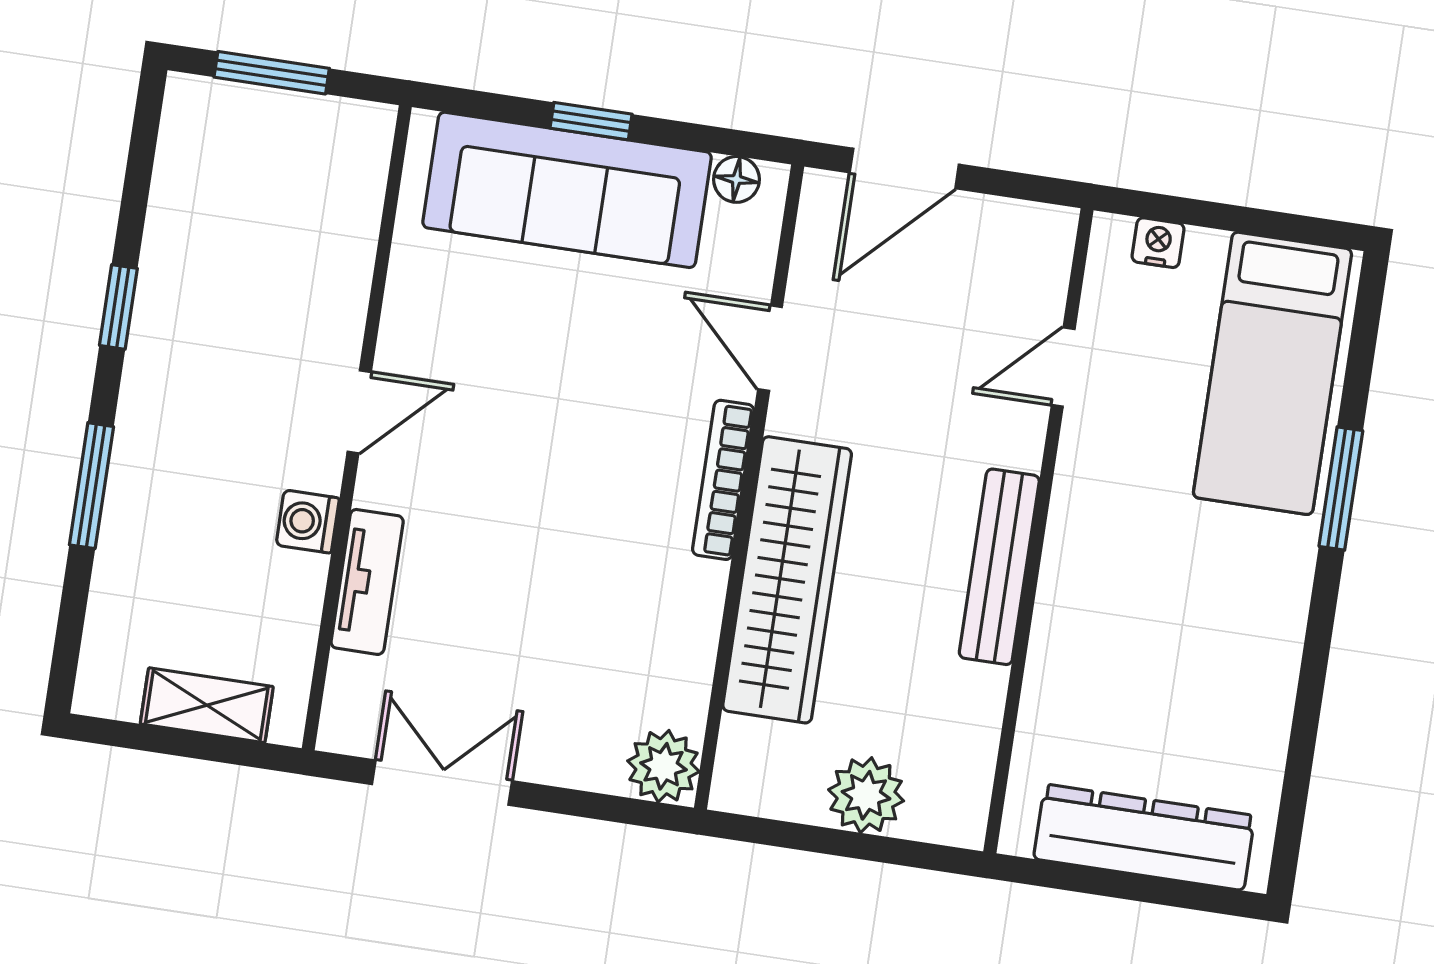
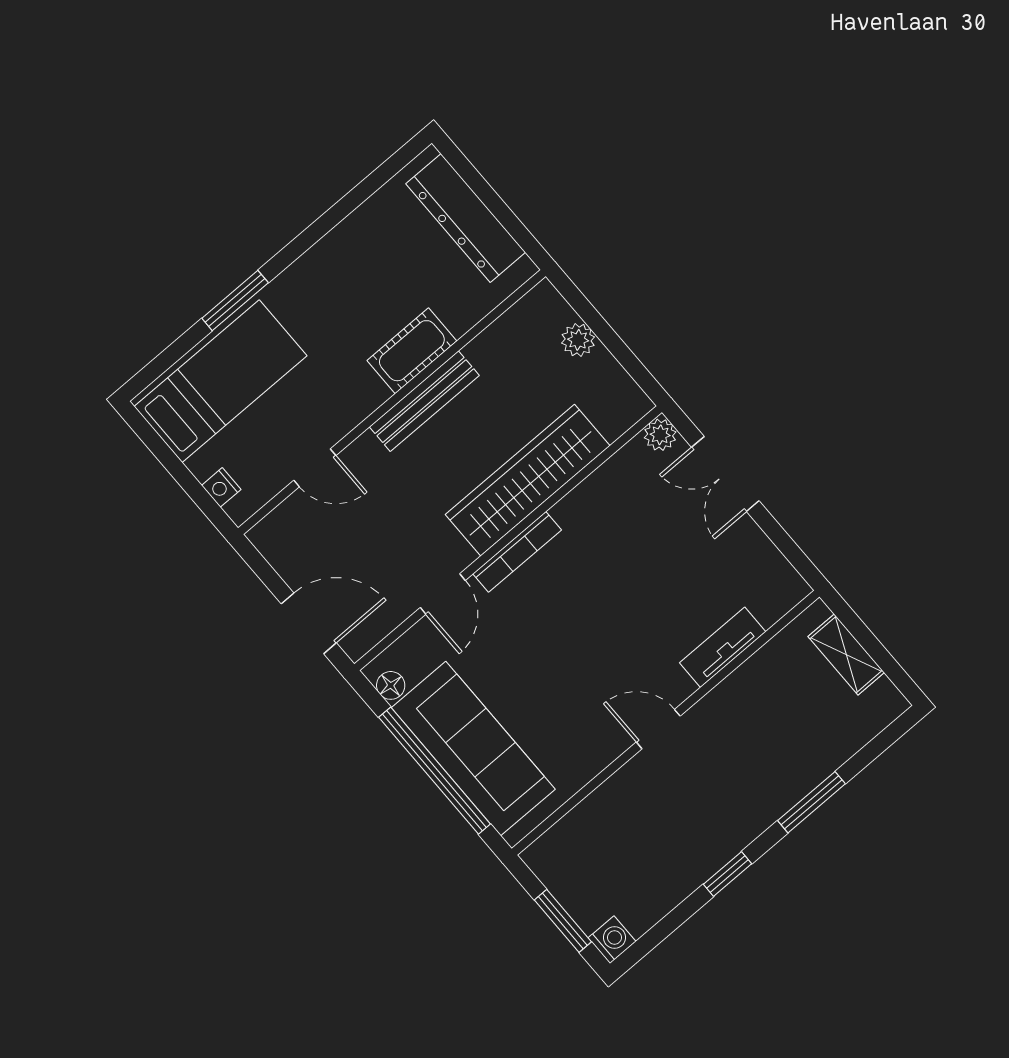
window: (591, 121) -> (435, 771), width x3.17
washing machine: (308, 522) -> (612, 940), moved, turned -90
cot: (1069, 616) -> (412, 351), added
plant: (664, 766) -> (660, 435), width x0.73, depth x0.73
double door: (442, 783) -> (725, 474), moved
plant: (866, 795) -> (578, 340), width x0.73, depth x0.73

